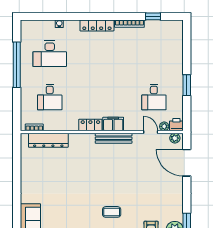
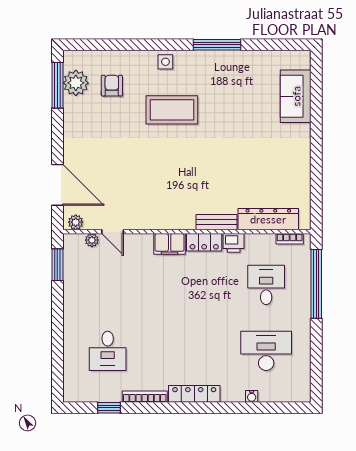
window: (17, 65) -> (316, 284), moved
window: (187, 85) -> (57, 265), moved
desk: (154, 97) -> (108, 351), moved, turned 180
printer: (176, 125) -> (234, 243), moved
bench: (114, 138) -> (217, 222), moved, width x0.73
coffee table: (112, 212) -> (172, 110), width x1.86, depth x1.72

